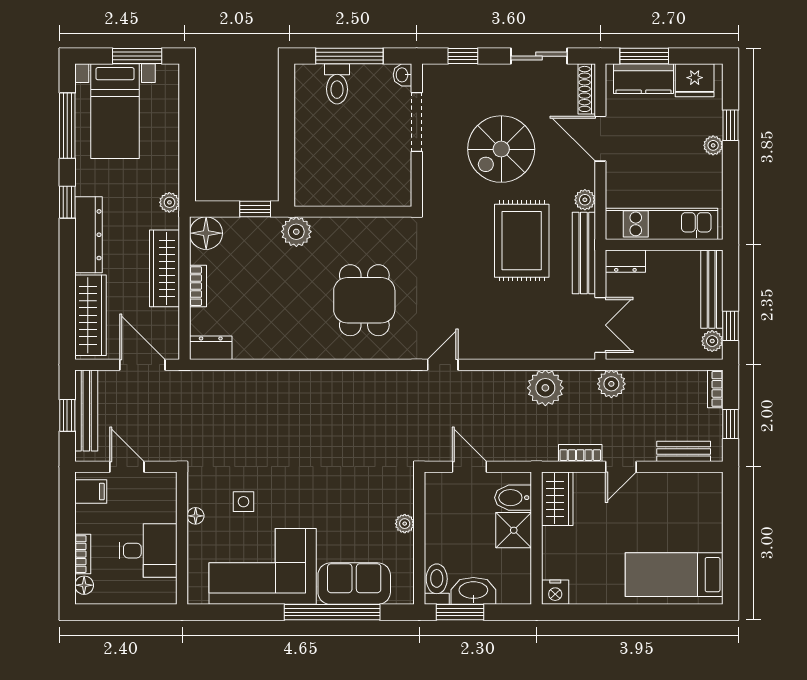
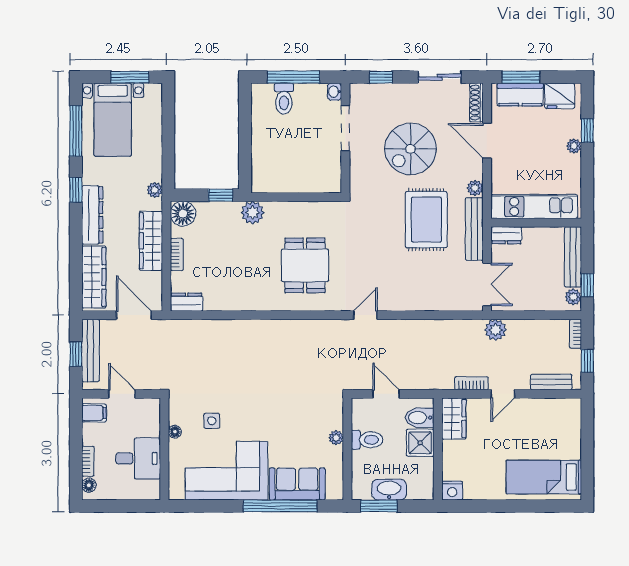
plant: (545, 388) -> (445, 333), removed
toilet: (437, 584) -> (367, 440), moved, turned 90

